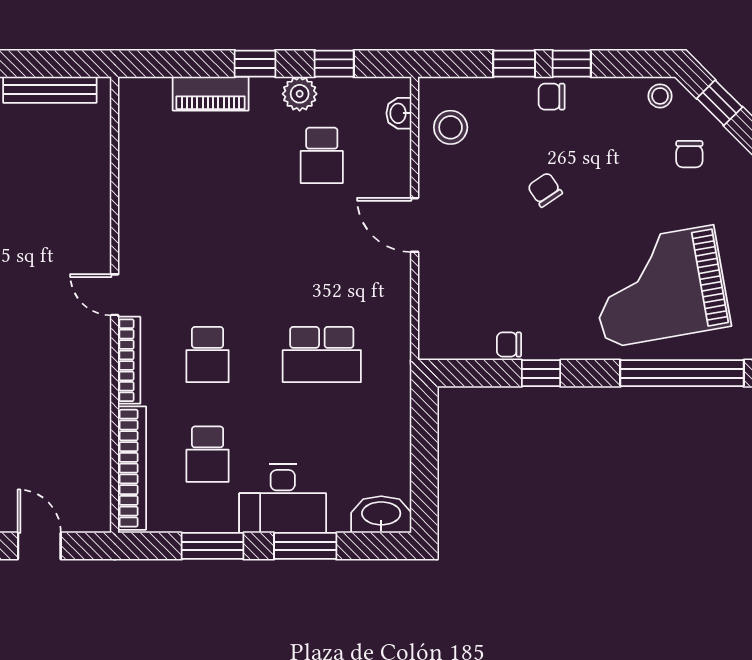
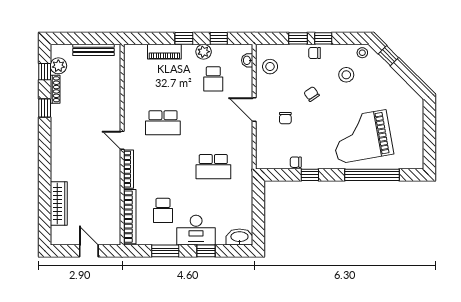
stool: (624, 146) -> (346, 75), added
chair: (689, 154) -> (285, 118), moved
school desk: (208, 355) -> (163, 123), moved, width x1.85
window: (305, 546) -> (206, 251), width x0.67

